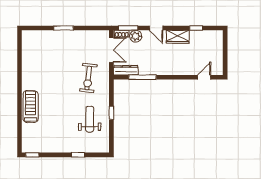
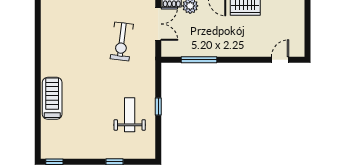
dresser: (126, 70) -> (177, 51), removed
exercise bike: (88, 78) -> (122, 41), moved

